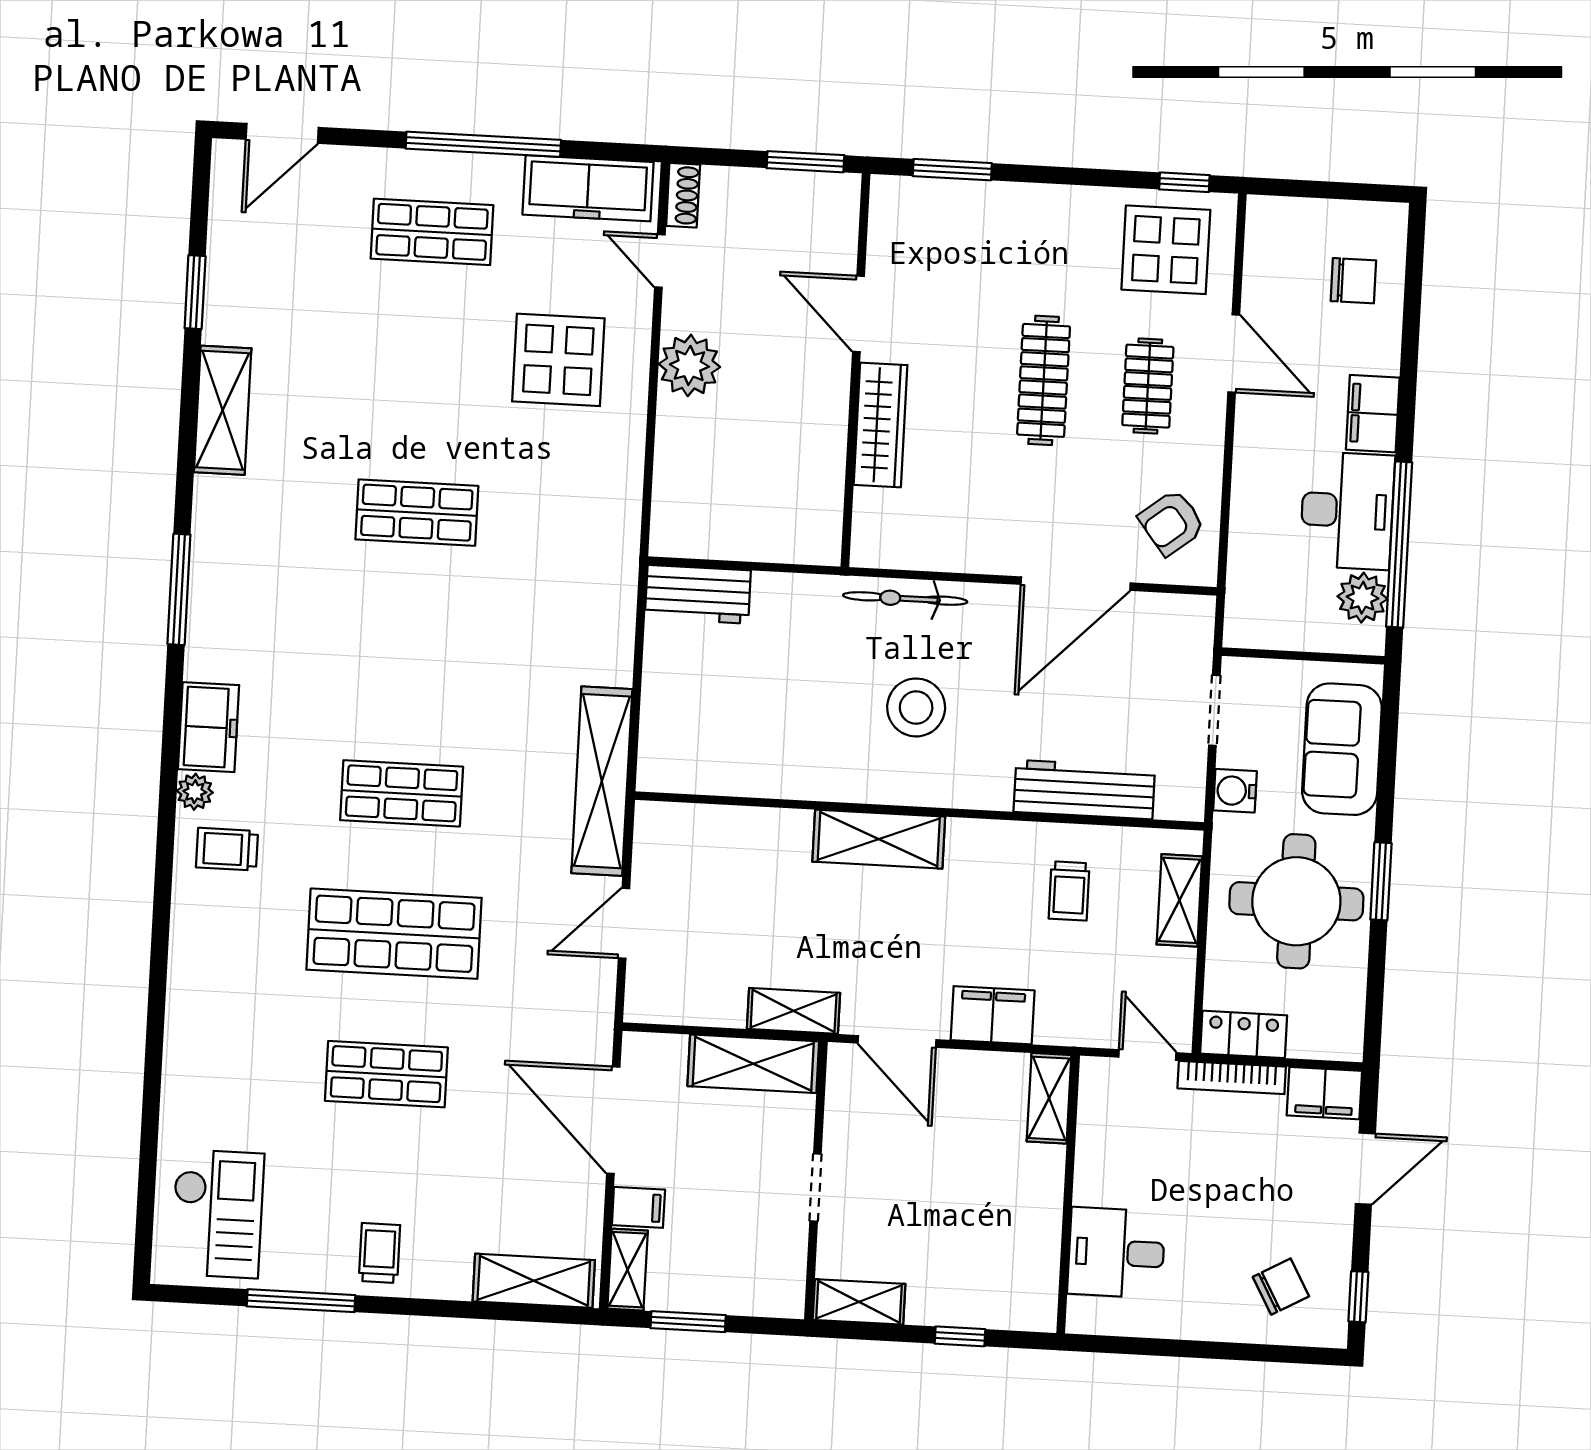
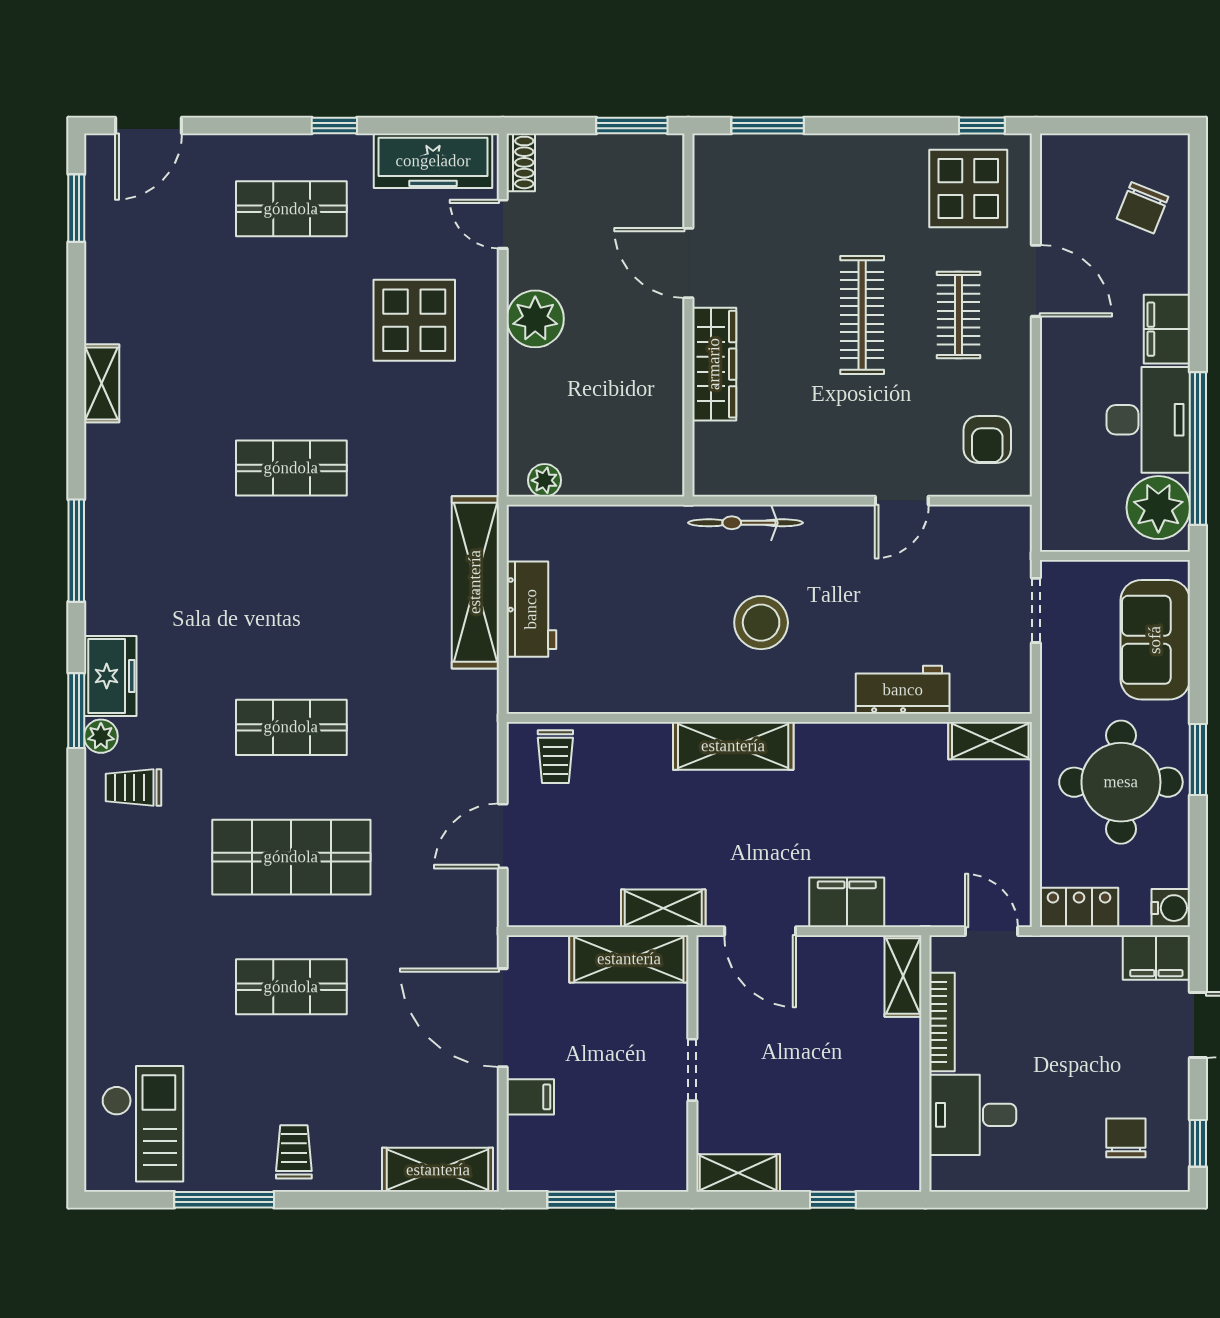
window: (483, 144) -> (334, 125), width x0.32
chair: (1353, 281) -> (1143, 208), turned 112
window: (195, 292) -> (76, 208), moved
shelving: (223, 410) -> (102, 383), width x0.67, depth x0.75
armchair: (1172, 523) -> (987, 440), turned -52
plant: (690, 541) -> (544, 480), added
door: (1076, 584) -> (902, 501), width x0.53
workbench: (698, 594) -> (531, 609), moved, turned -90
plant: (1362, 598) -> (1158, 508), width x1.36, depth x1.36
window: (170, 763) -> (76, 711), added
shelving: (602, 781) -> (475, 582), moved
workbench: (1084, 790) -> (903, 690), width x0.73
water cooler: (1235, 791) -> (1171, 908), moved, turned 180
trolley: (1069, 891) -> (555, 757), moved
shelving: (1179, 900) -> (990, 741), moved, turned 90
bookcase: (1232, 1078) -> (942, 1022), moved, turned -90
shelving: (628, 1270) -> (523, 1155), removed
chair: (1281, 1287) -> (1126, 1138), turned -61

